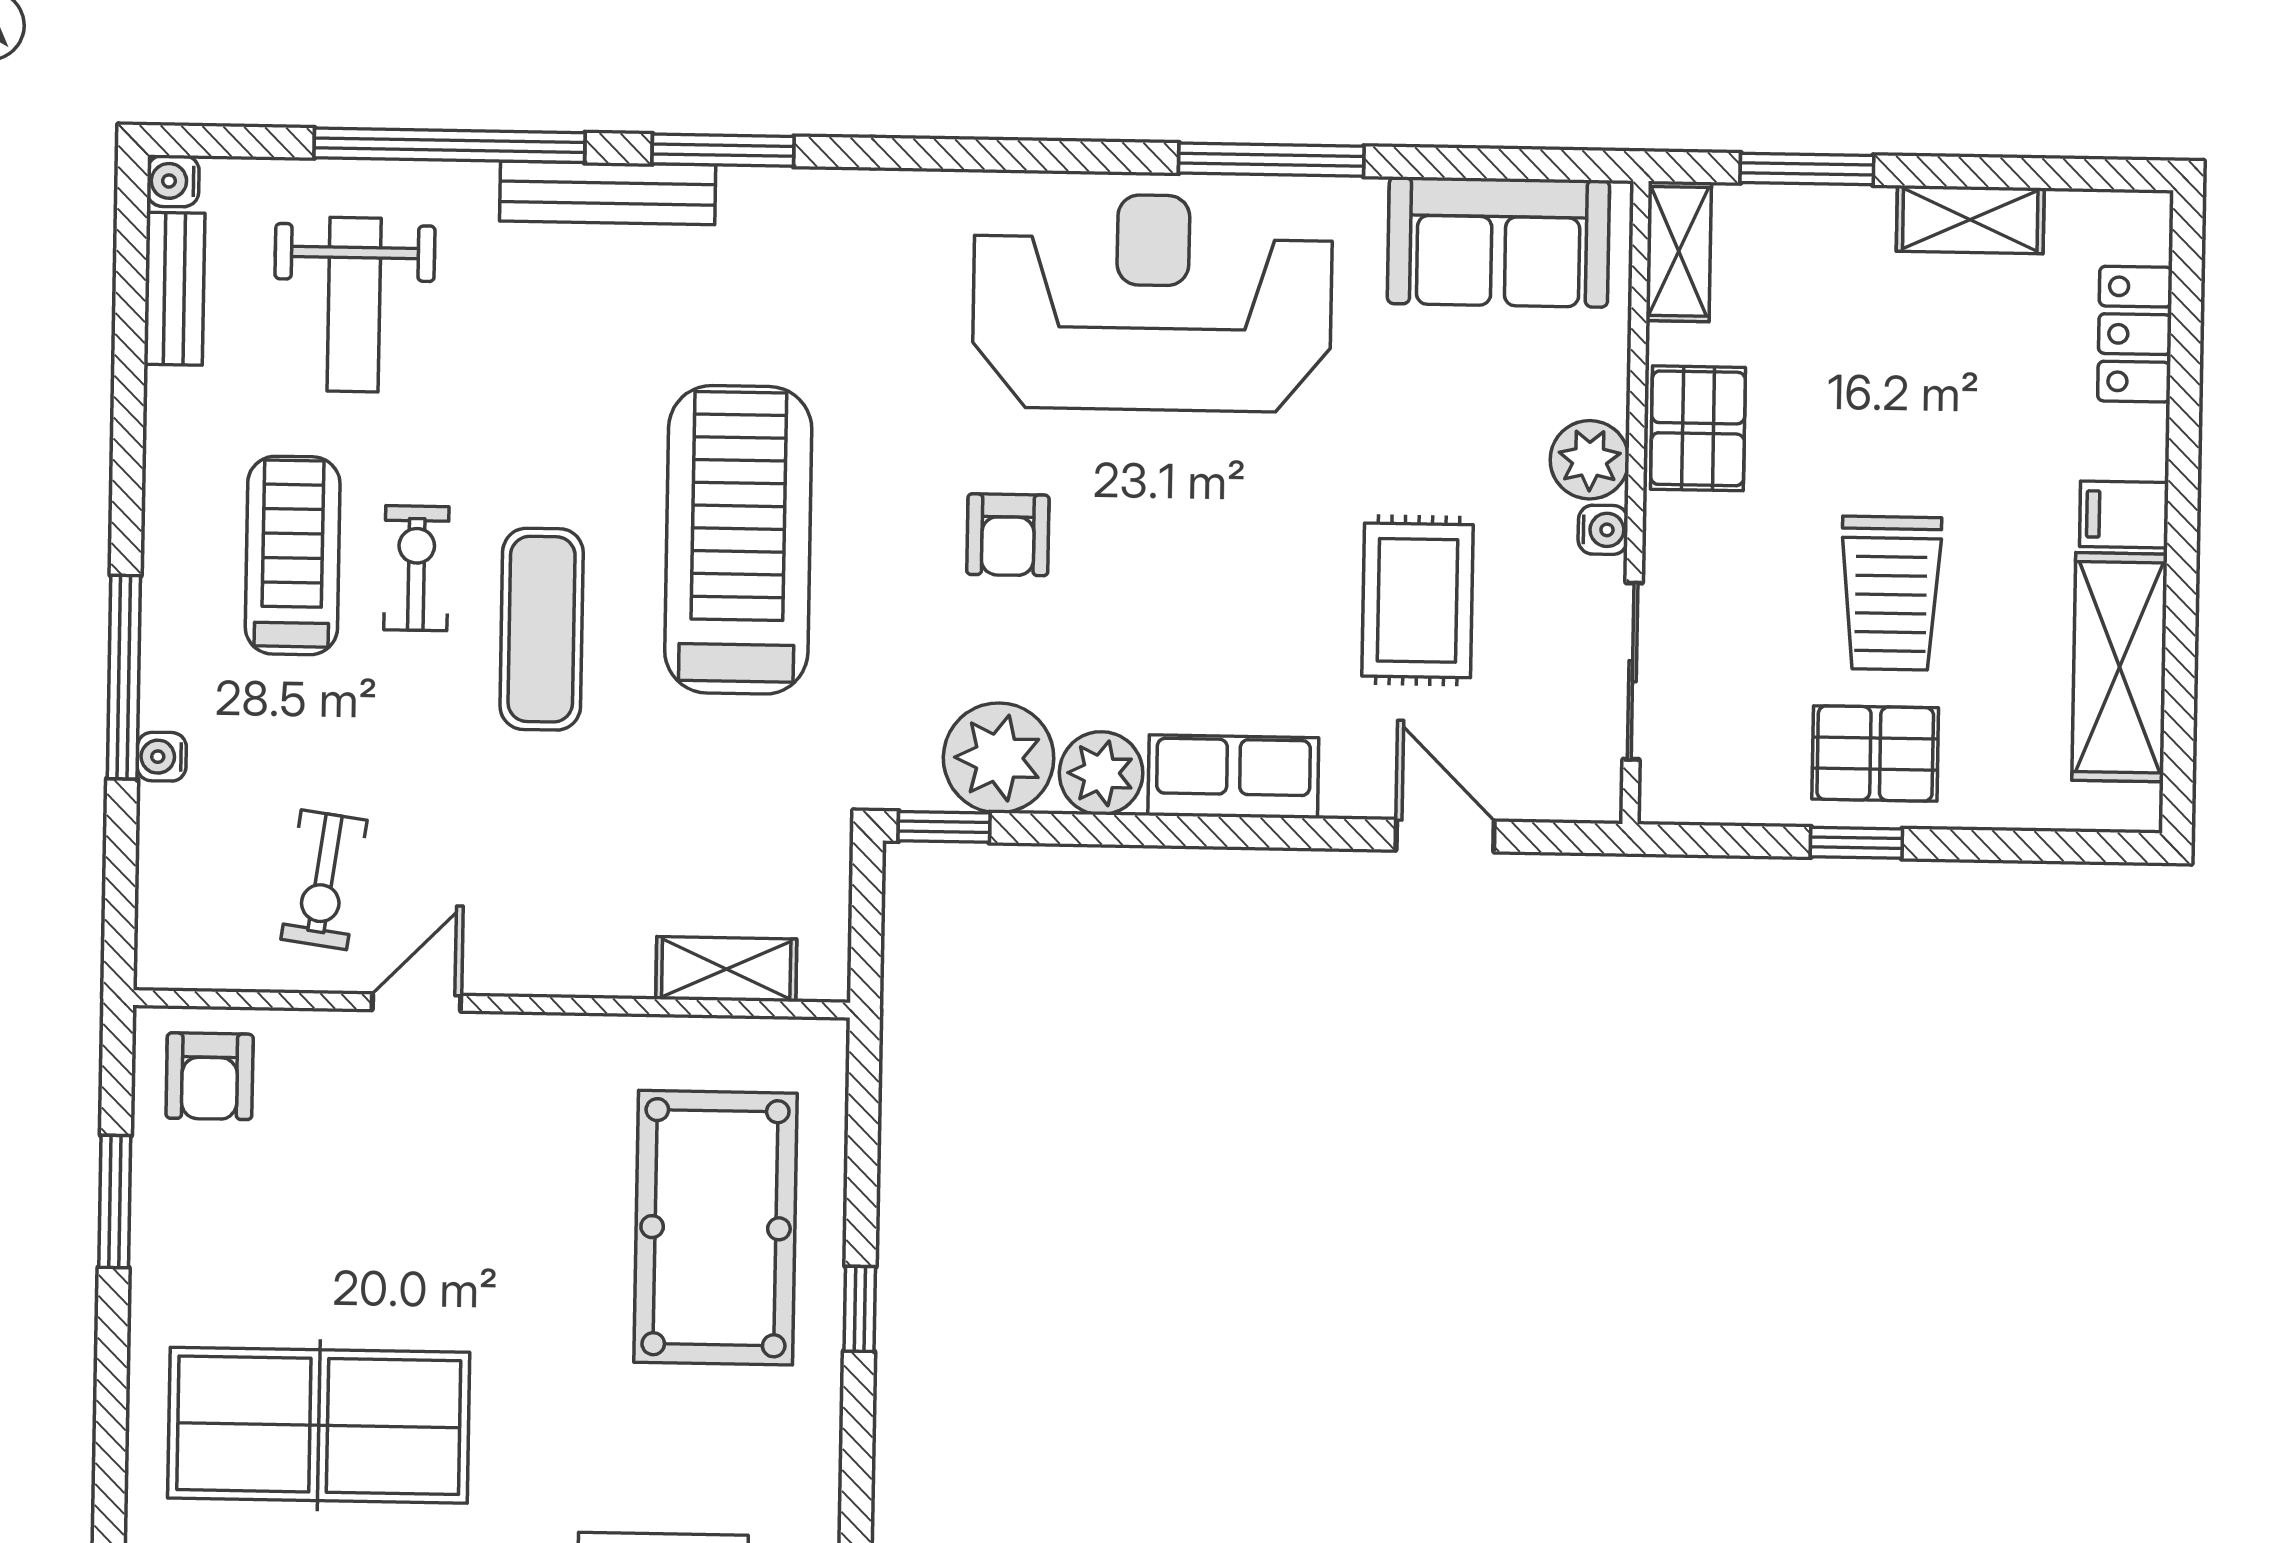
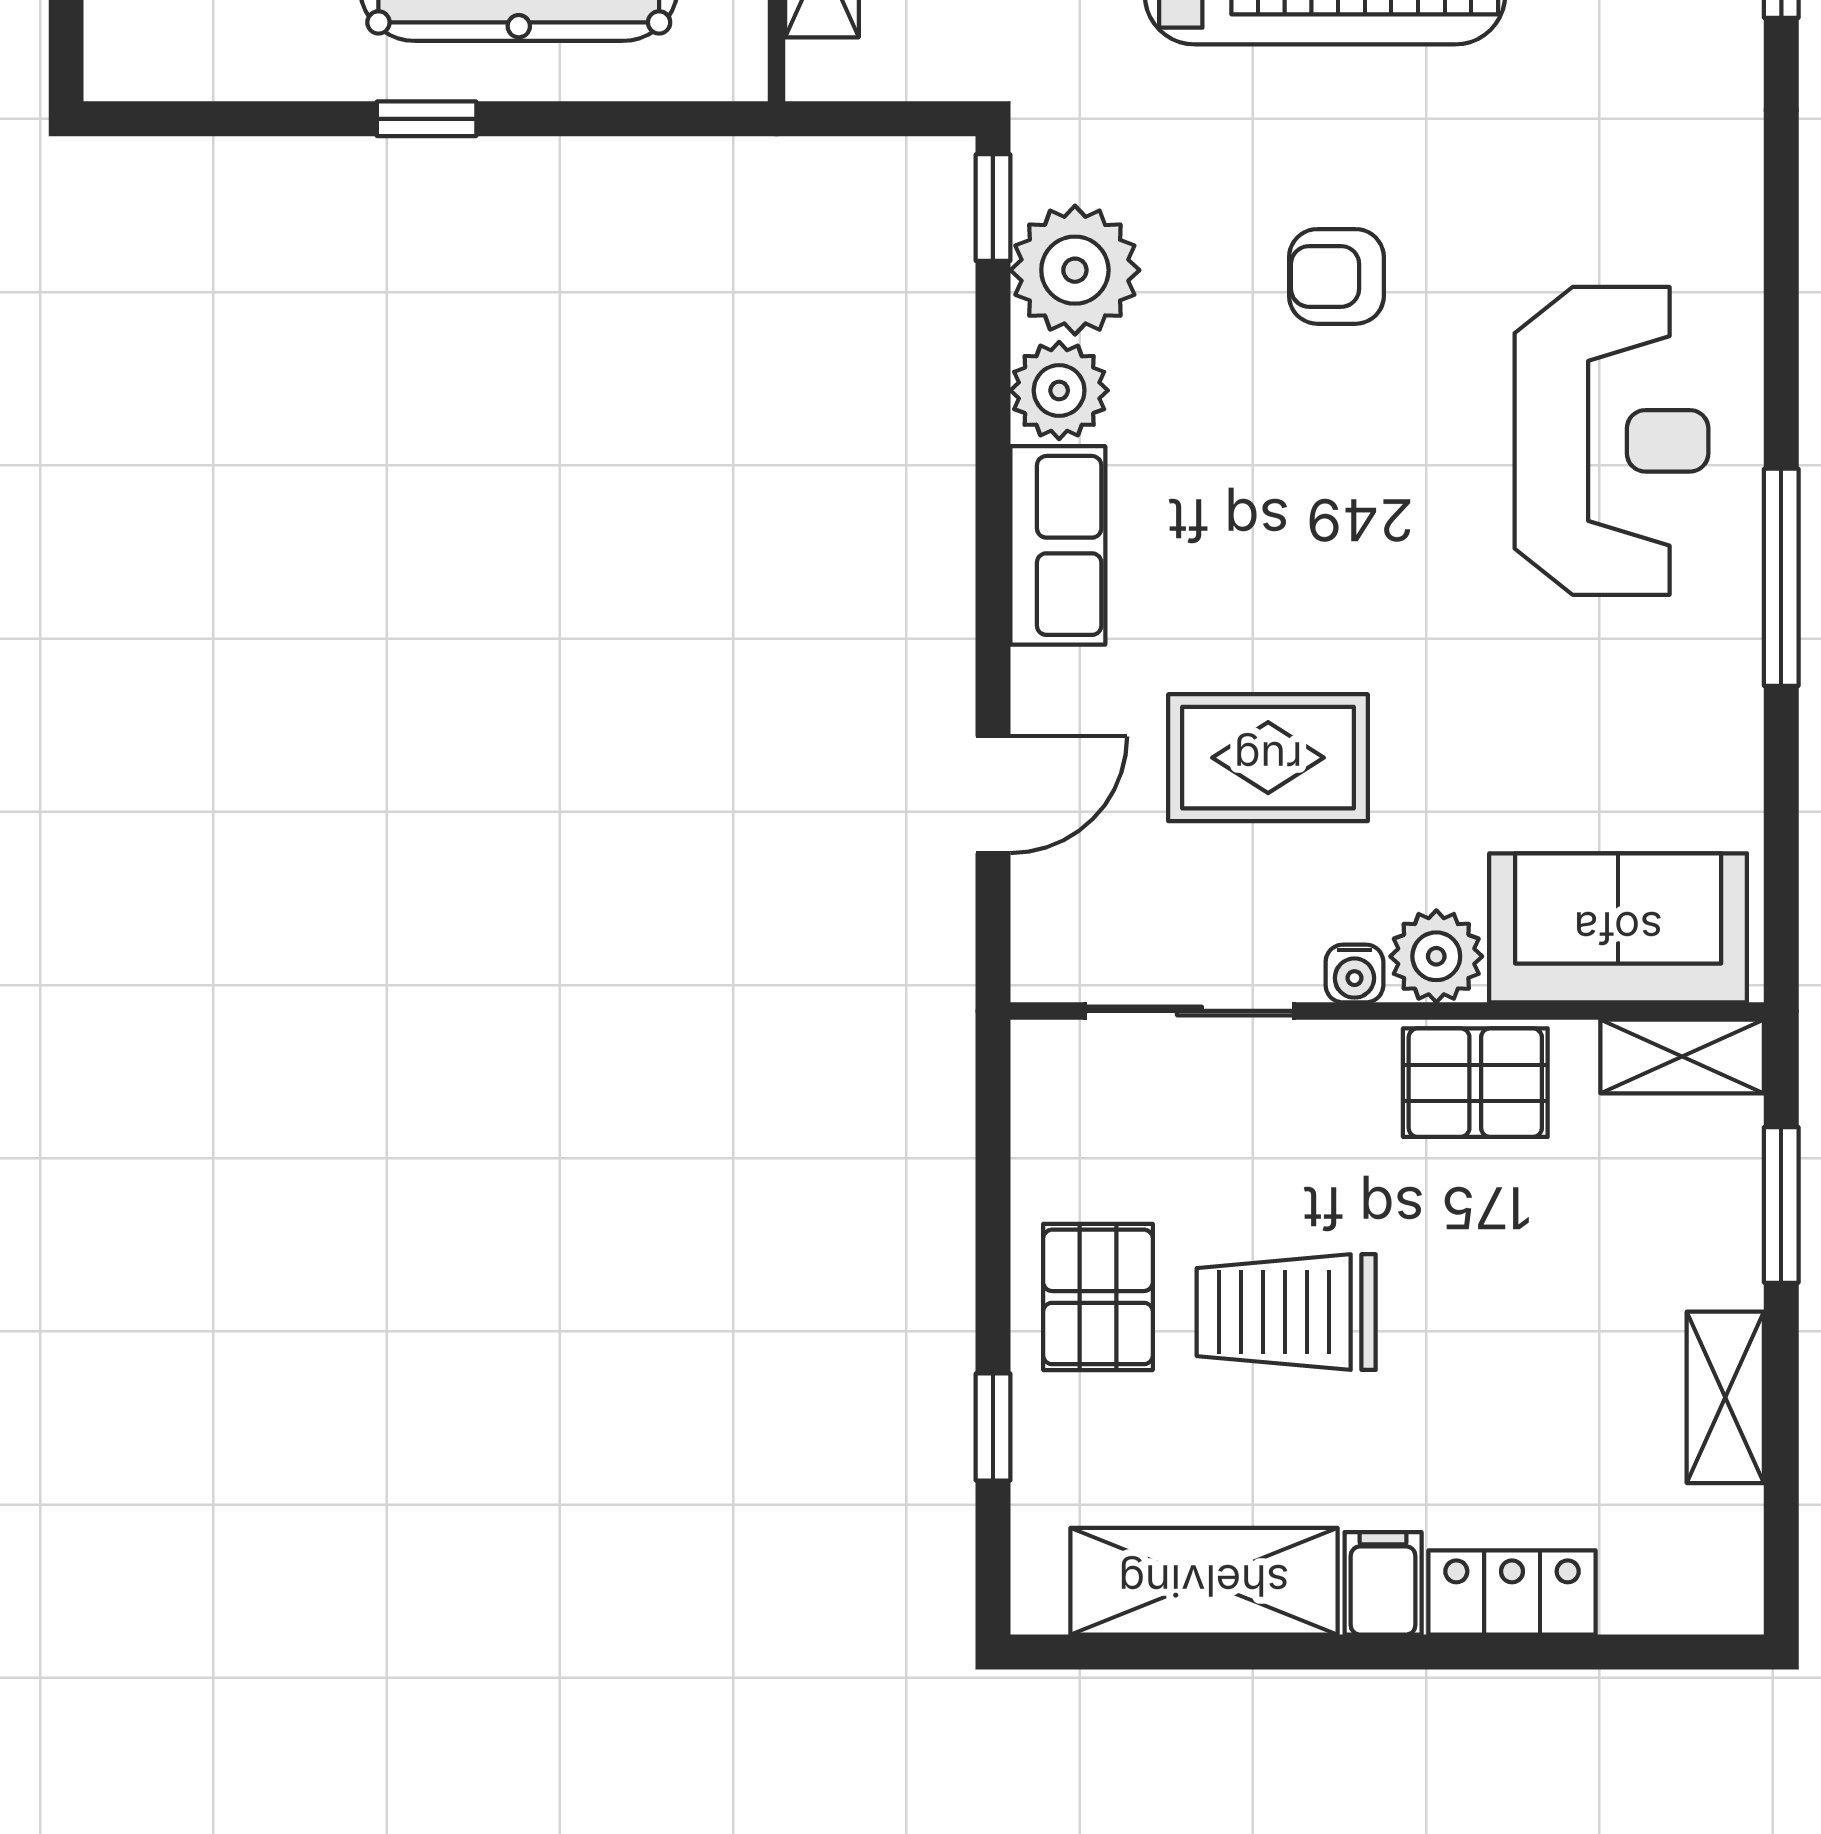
sofa: (1498, 242) -> (1618, 928), moved, turned 90
reception desk: (1152, 303) -> (1611, 441), width x0.74, depth x0.77
locker: (2135, 334) -> (1512, 1592), moved
window: (1856, 843) -> (993, 1427), moved

